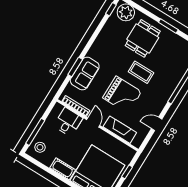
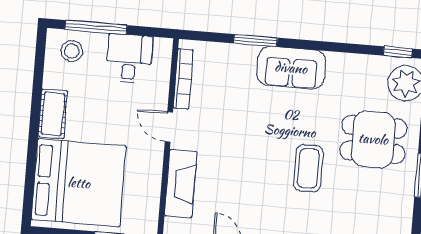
sofa: (85, 74) -> (291, 68), moved
grand piano: (122, 95) -> (248, 155), removed
desk: (68, 122) -> (129, 59), moved, turned -90
door: (93, 122) -> (169, 127), swing flipped

